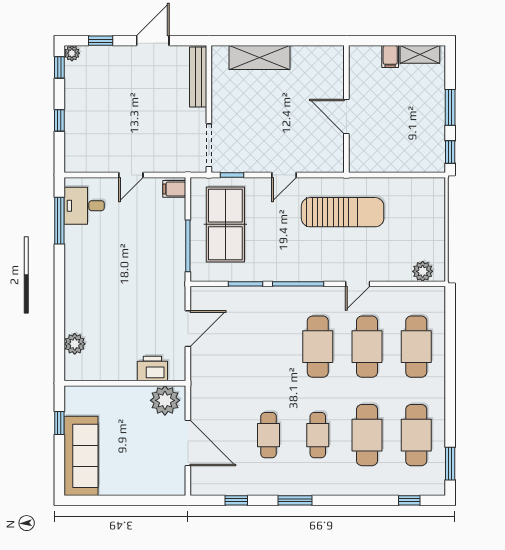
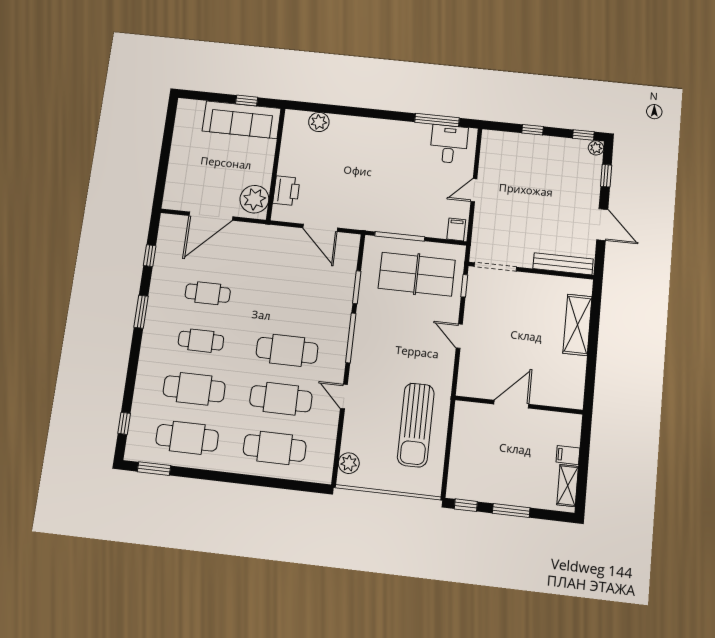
door: (131, 175) -> (474, 190), hinge flipped
sun lounger: (343, 212) -> (416, 425), moved
sofa: (81, 456) -> (242, 120), moved

